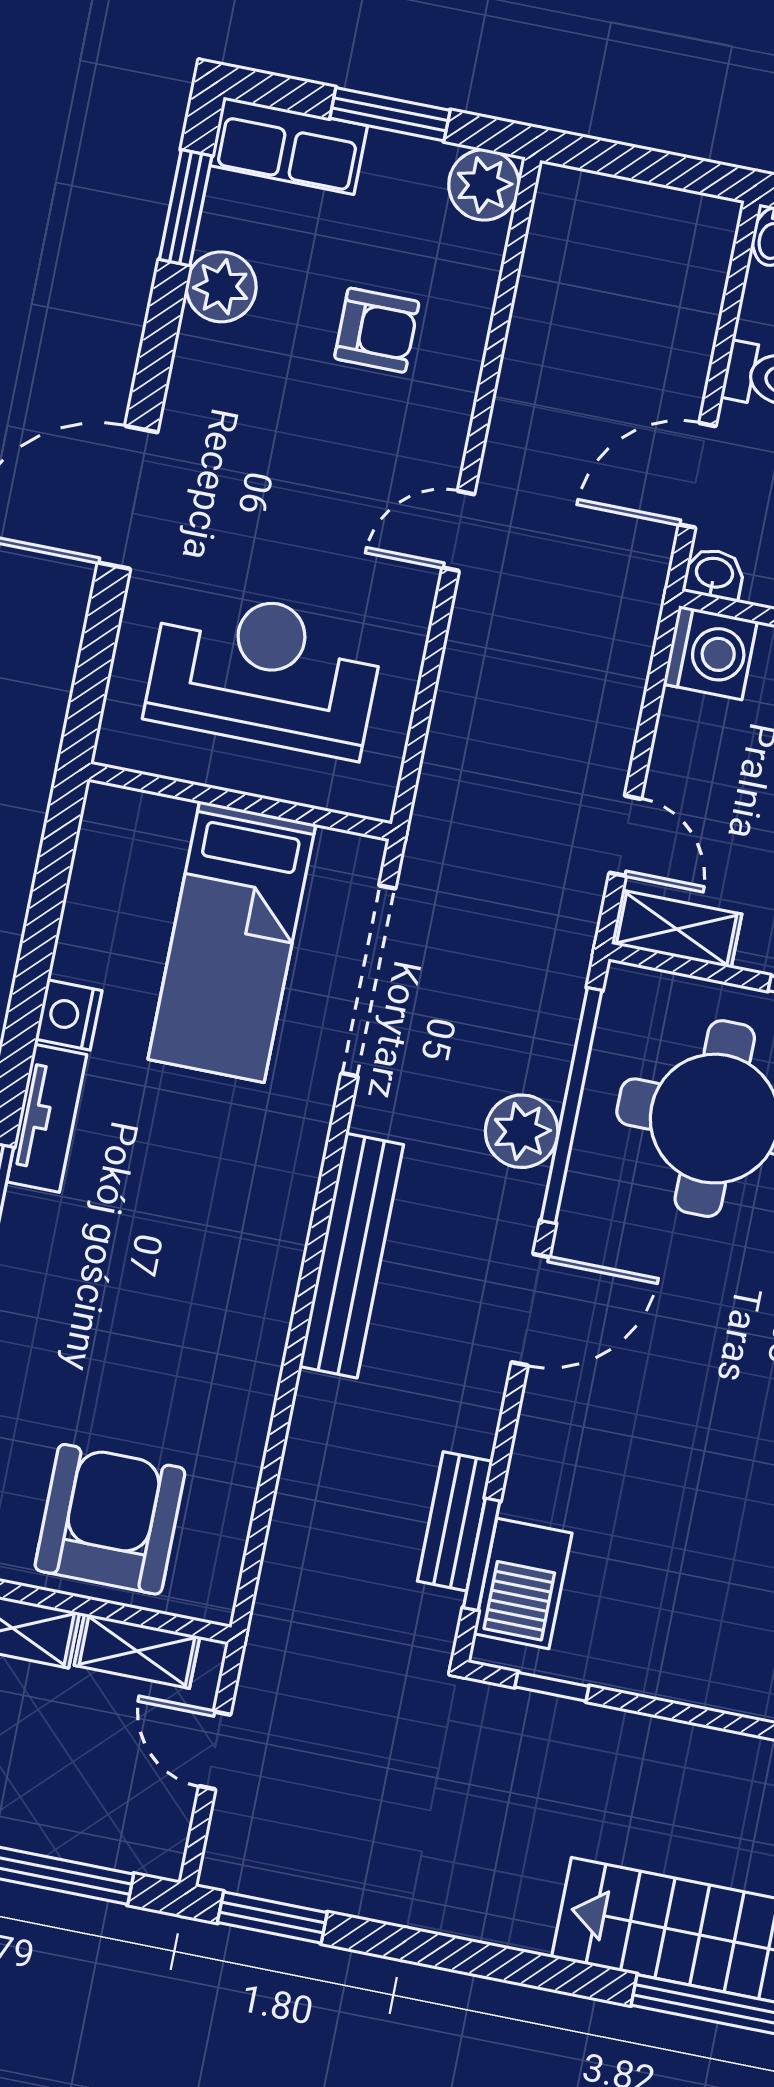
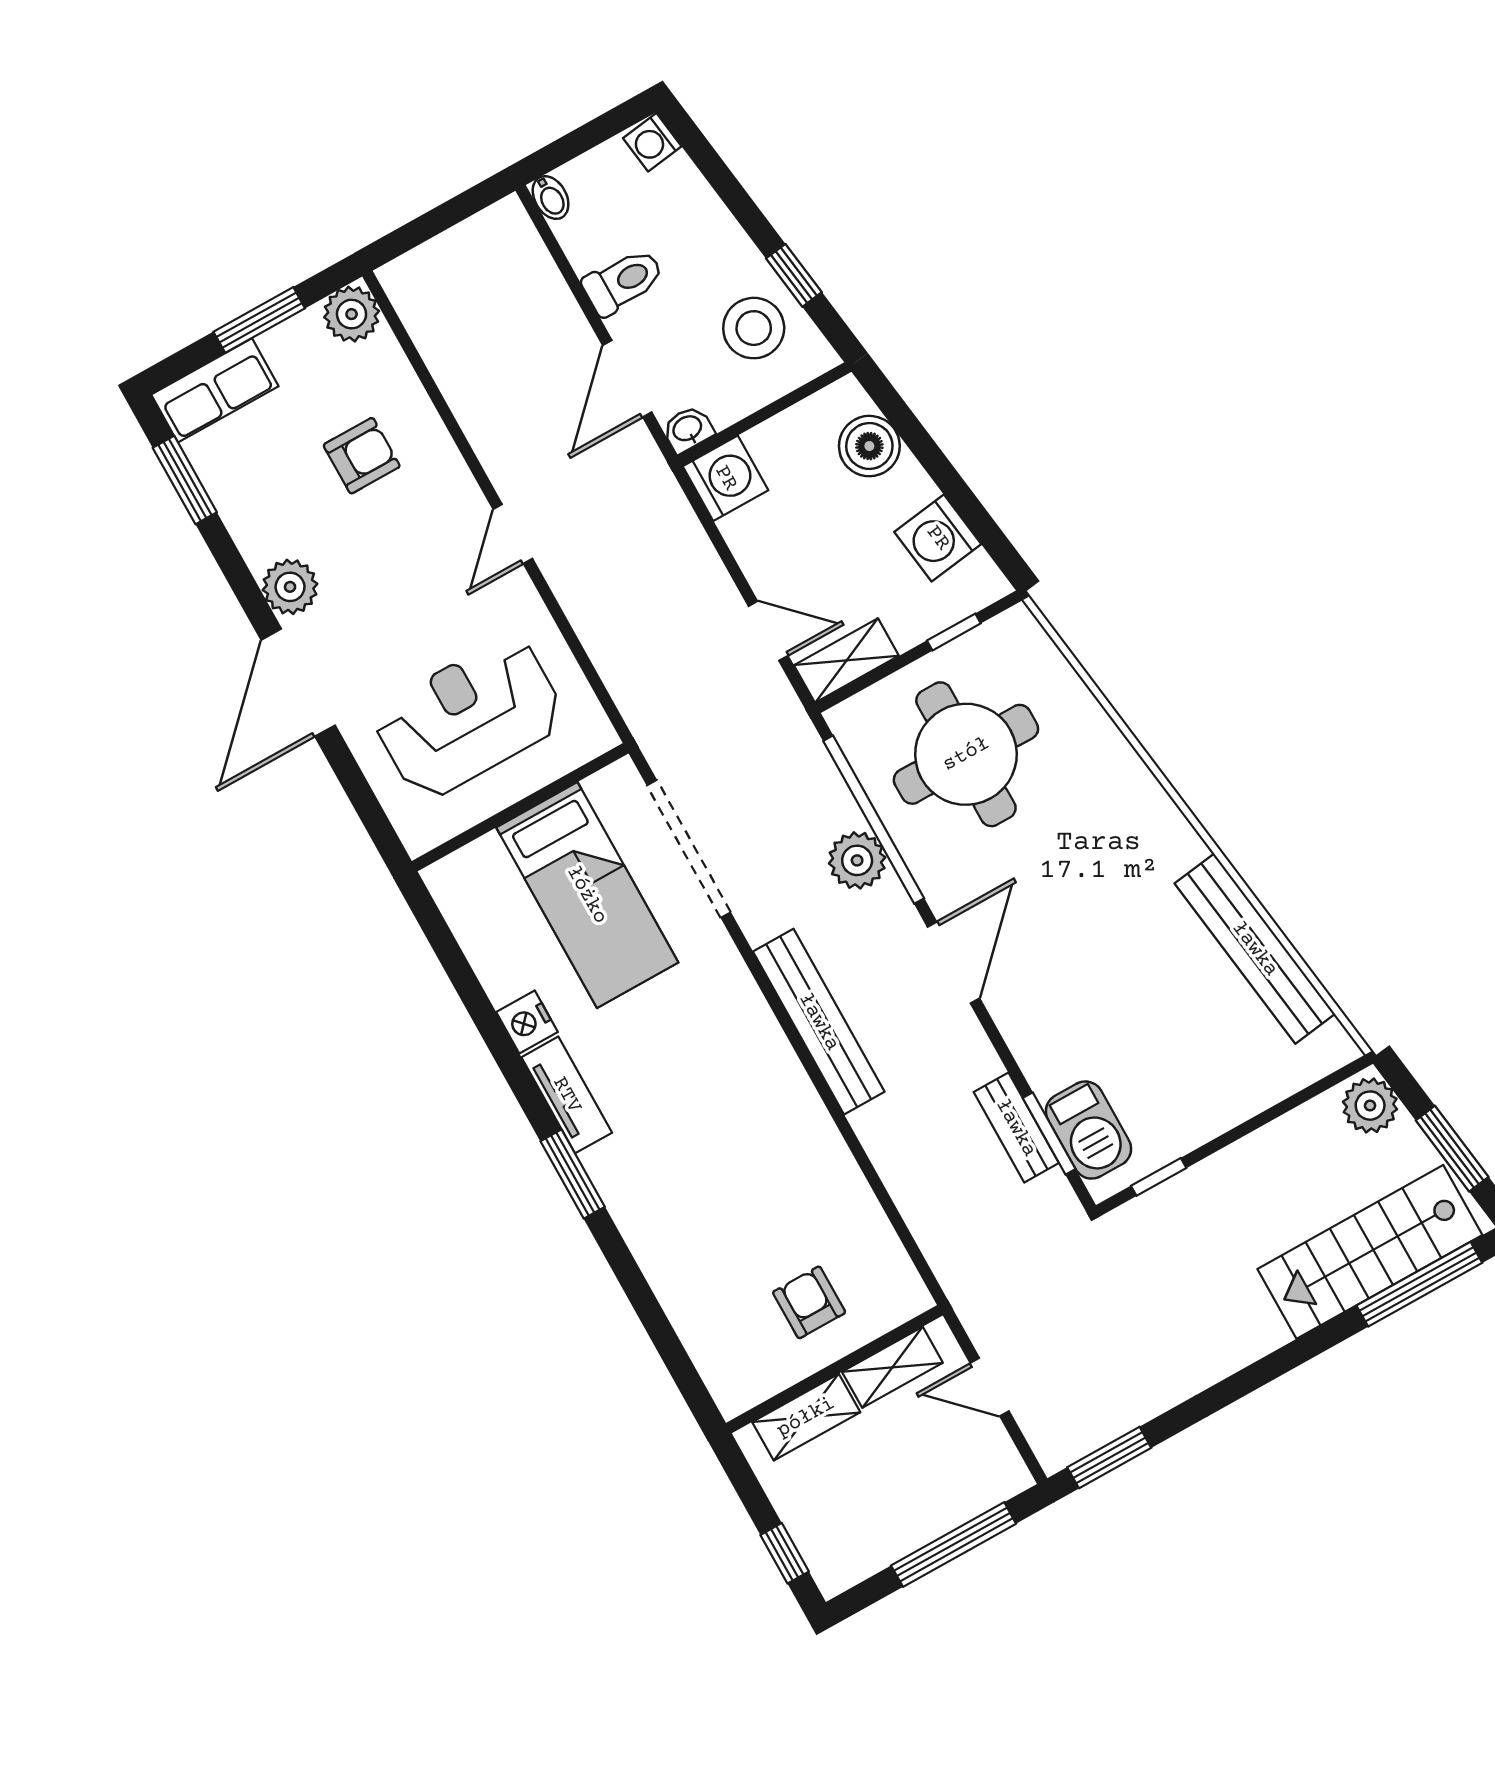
plant: (221, 287) -> (290, 587), moved
armchair: (110, 1519) -> (809, 1302), width x0.53, depth x0.53

